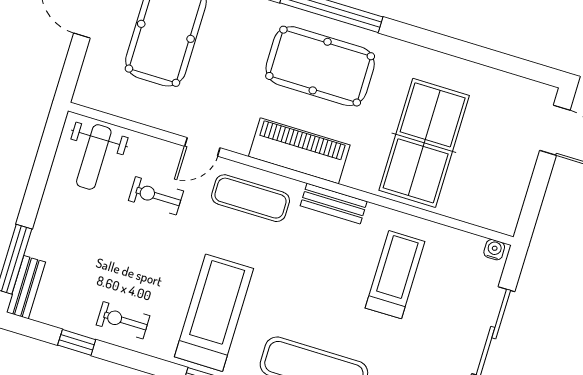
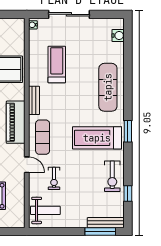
treadmill: (395, 275) -> (57, 64), turned 90
bench: (26, 287) -> (106, 223), width x1.36
exercise bike: (123, 320) -> (112, 176), width x1.38, depth x1.39

